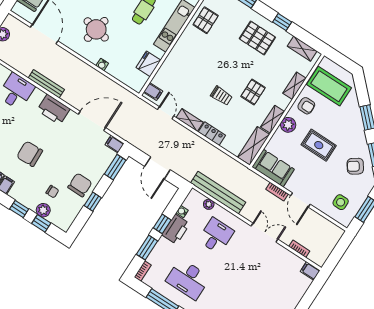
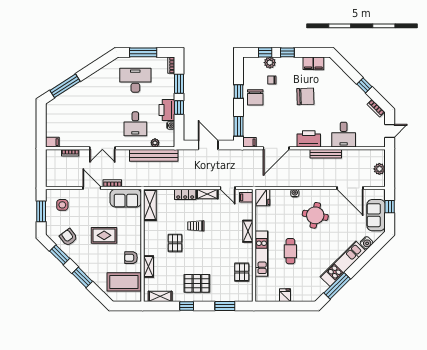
fridge: (148, 64) -> (262, 198), moved
shelving: (273, 119) -> (248, 231), moved
plant: (288, 125) -> (135, 236), removed
armchair: (355, 166) -> (68, 237), turned -92

